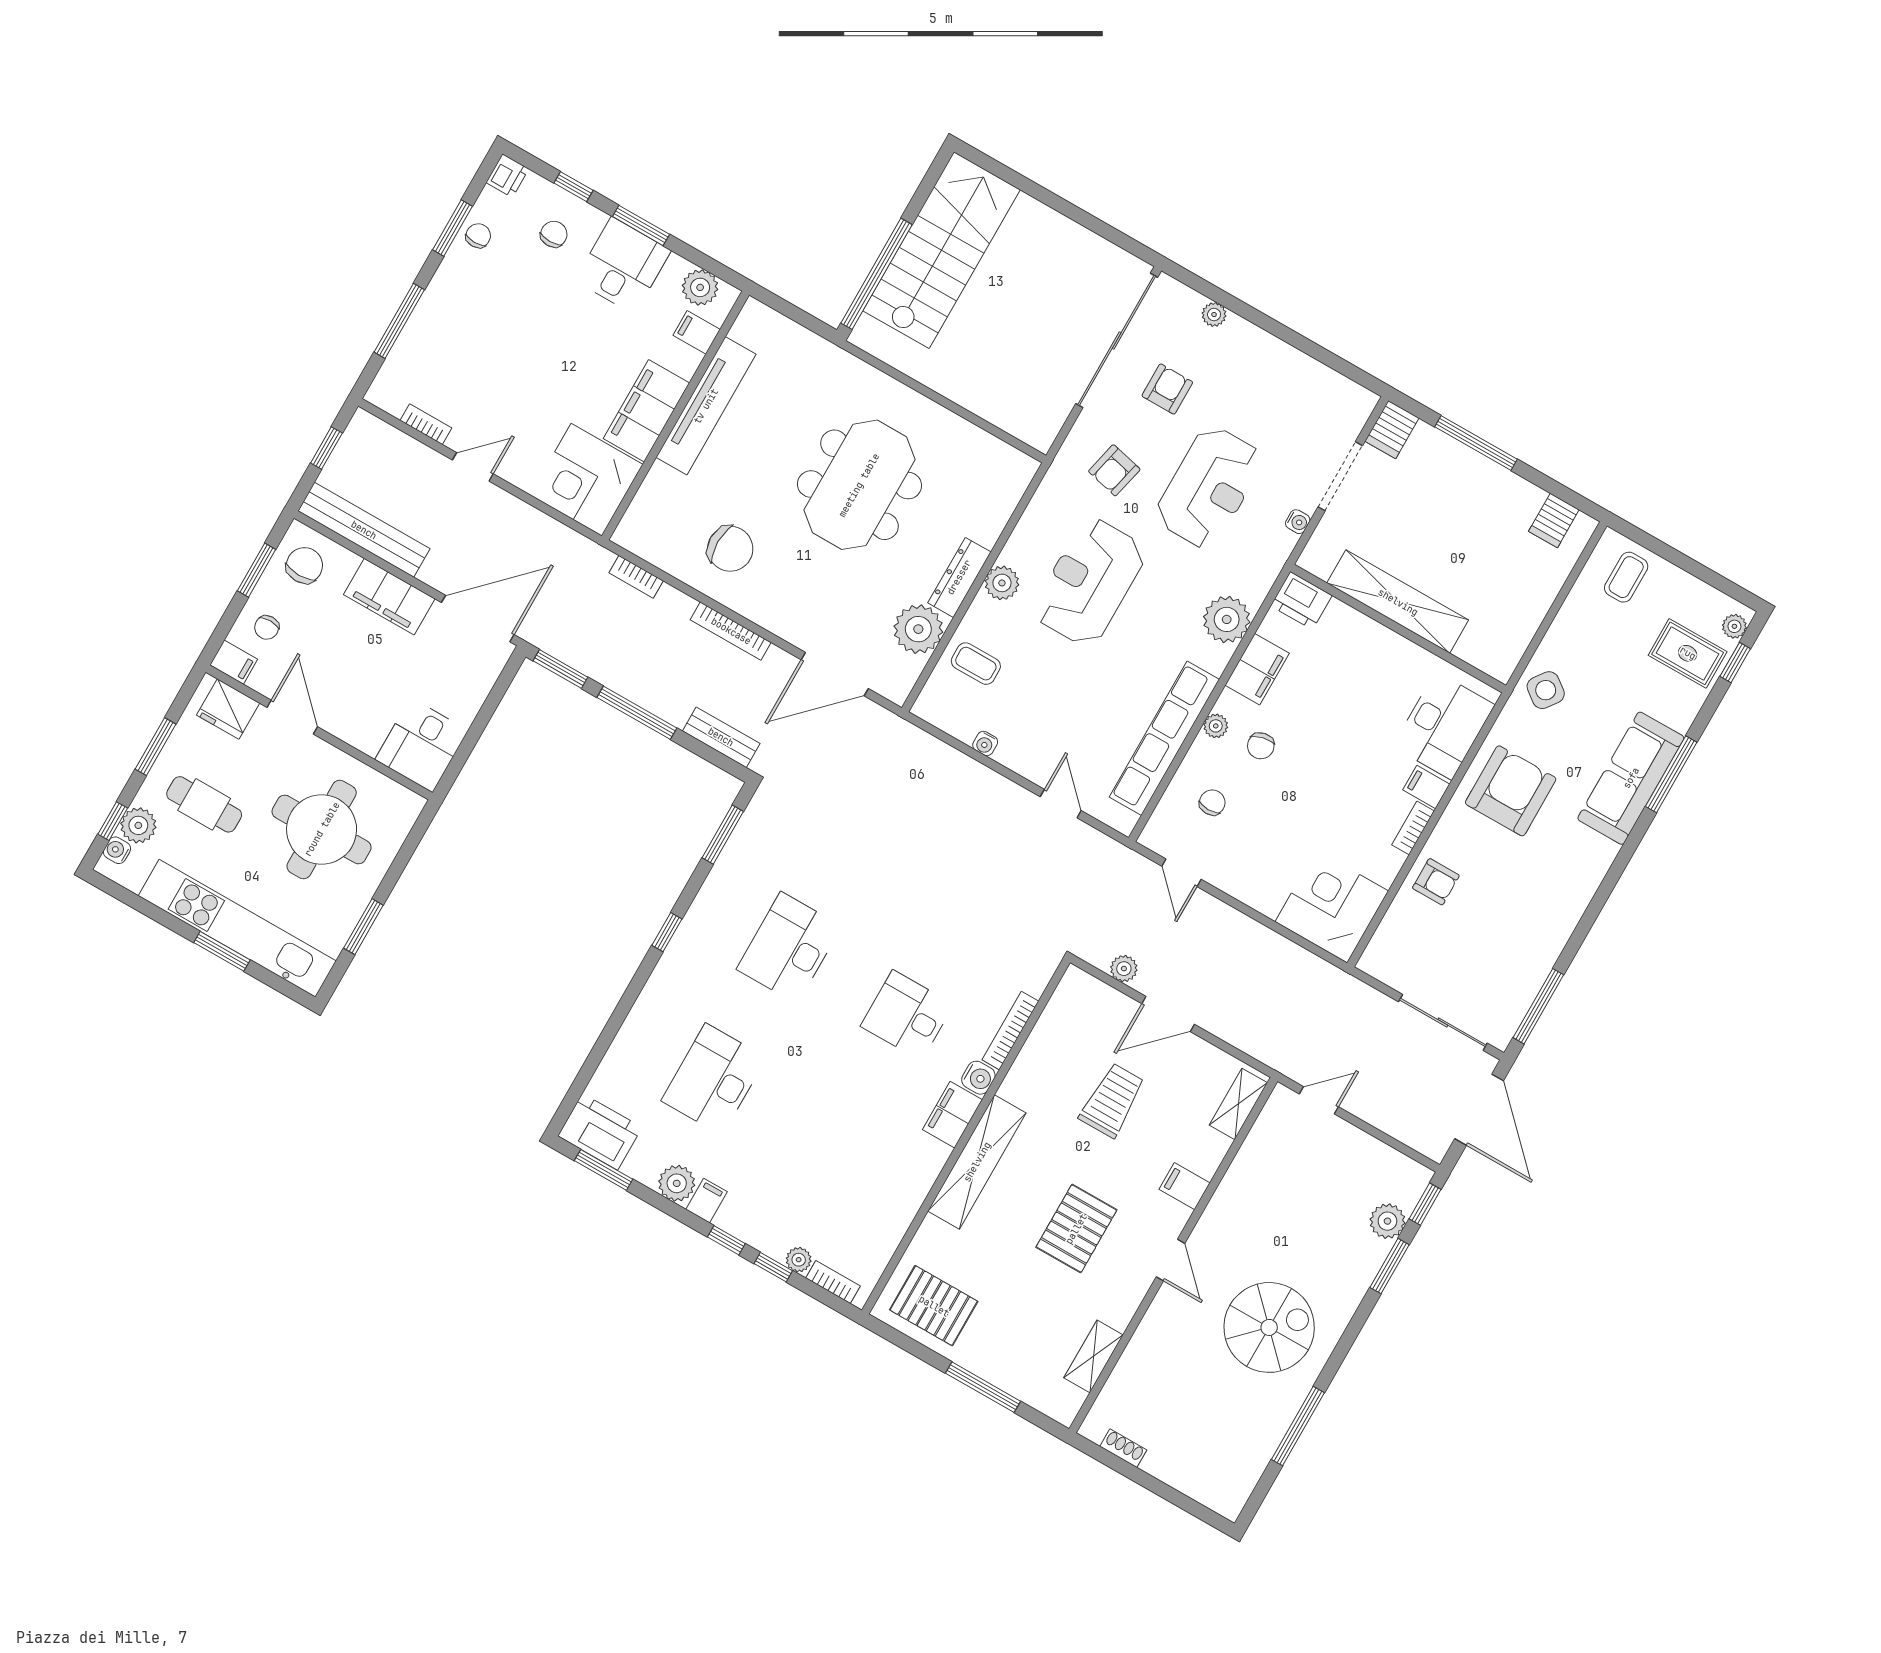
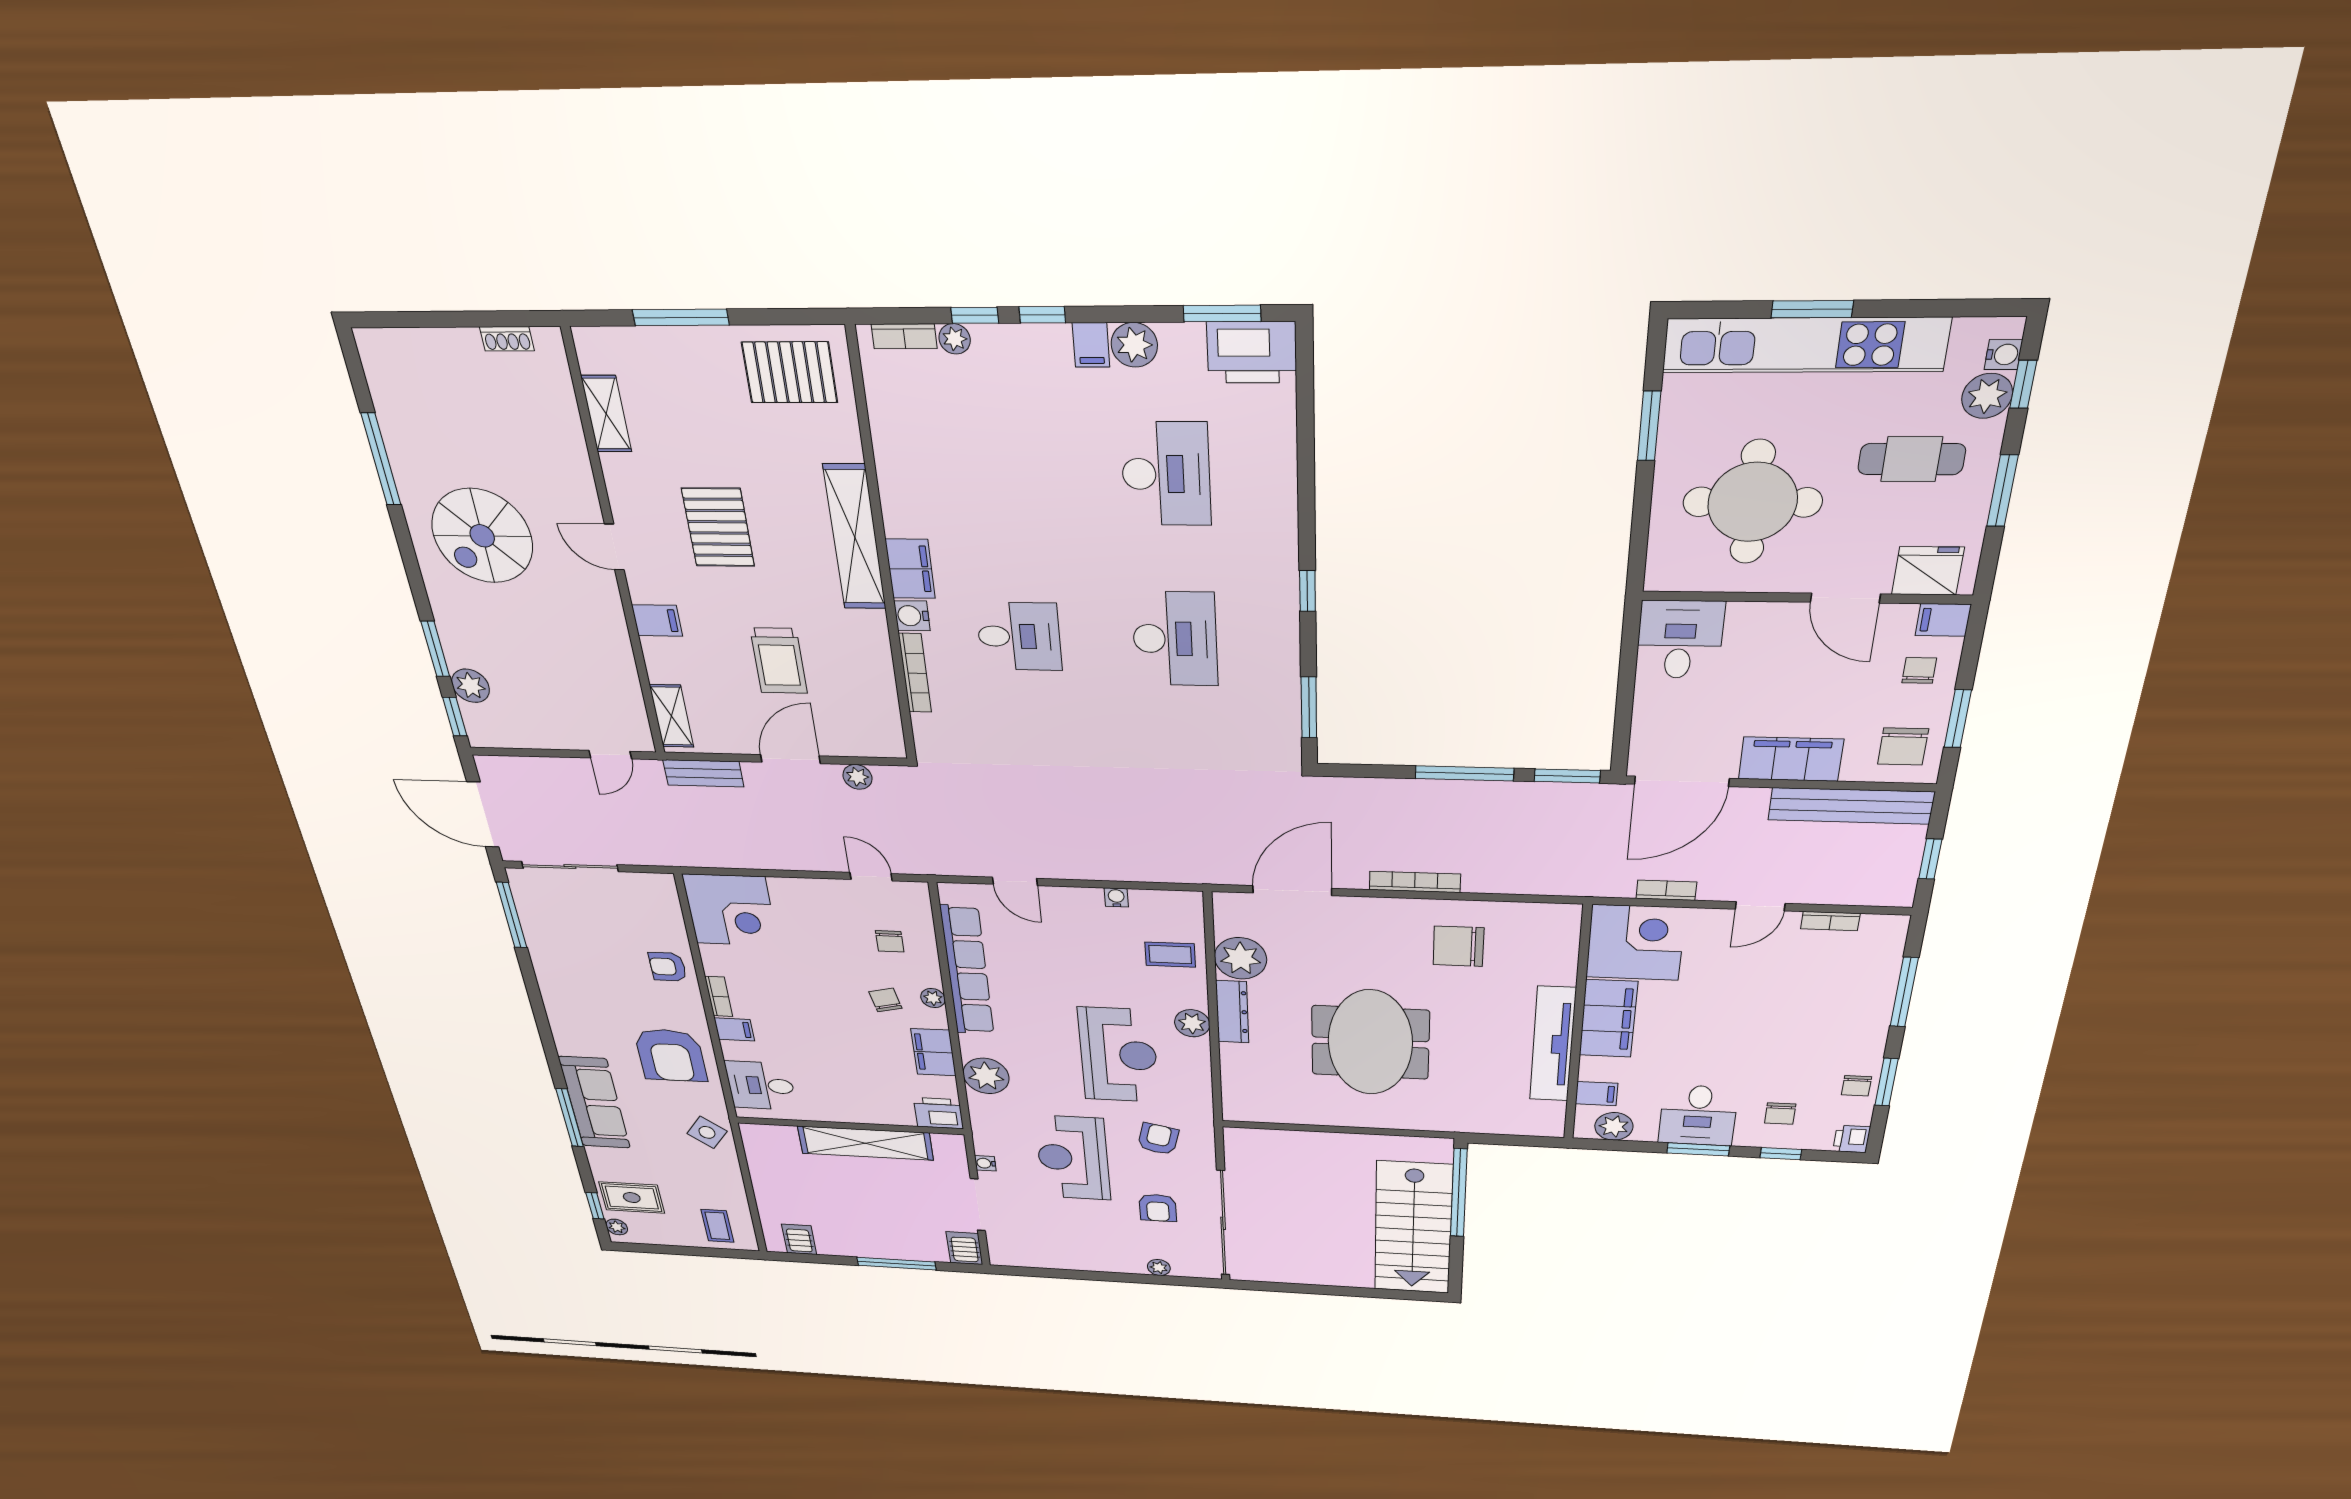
bookcase: (636, 577) -> (1666, 890), moved
desk: (1444, 726) -> (761, 1086), width x0.73
bench: (721, 737) -> (703, 773), moved

